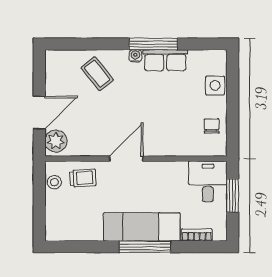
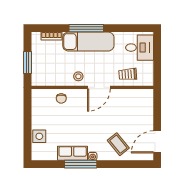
door: (39, 113) -> (157, 142), moved
chair: (212, 126) -> (61, 98), moved
plant: (56, 141) -> (146, 99), removed
desk: (208, 181) -> (140, 48), moved, turned -90
stool: (54, 182) -> (78, 76), moved

